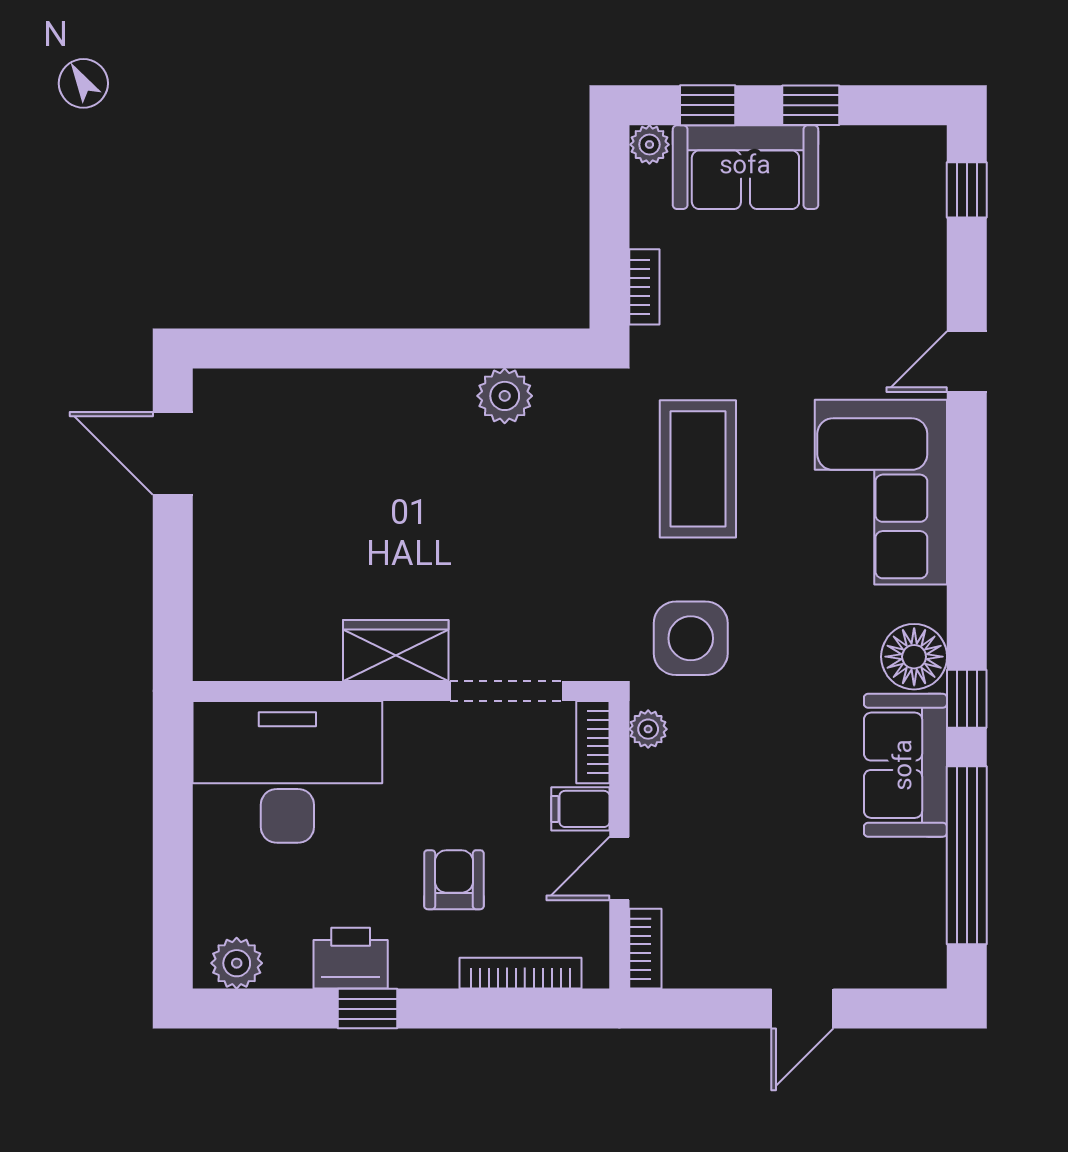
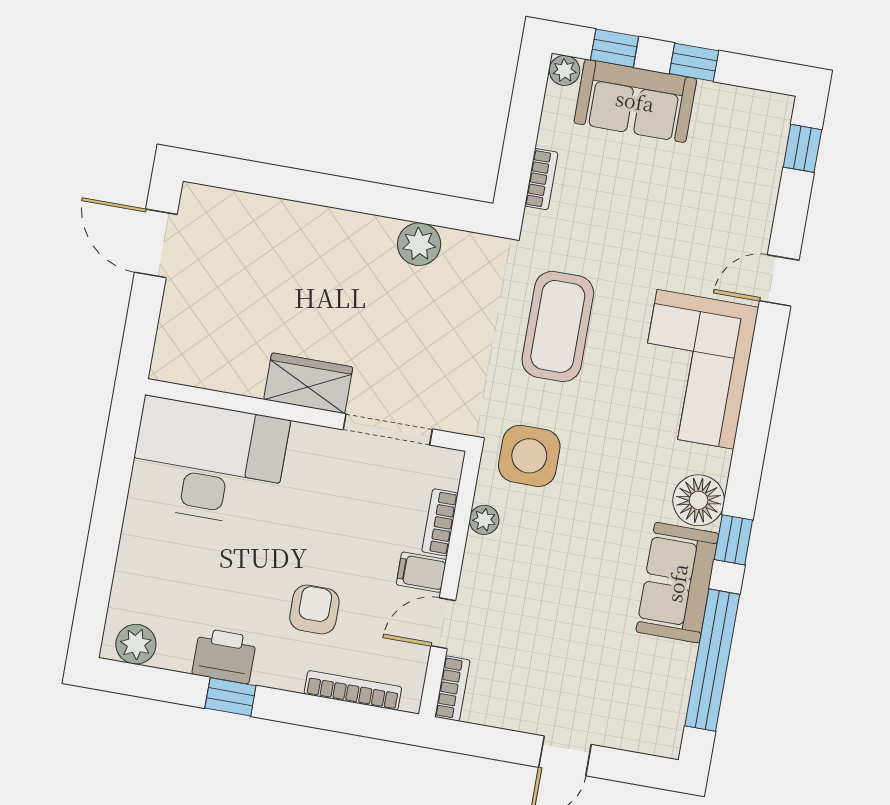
wardrobe: (396, 650) -> (308, 383), moved
wall: (401, 691) -> (307, 415), moved
doorway: (506, 691) -> (388, 429), moved
desk: (287, 772) -> (208, 462), moved

